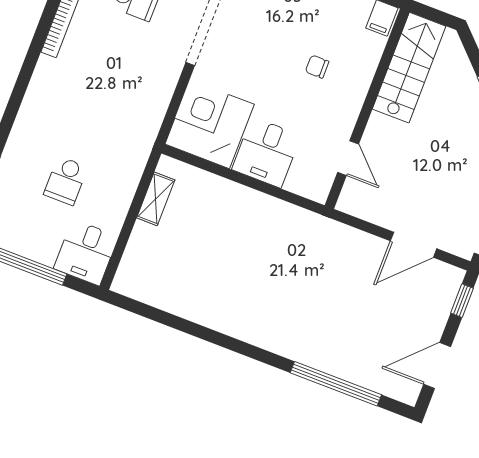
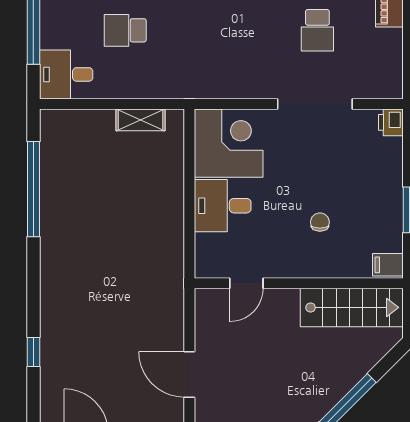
window: (182, 325) -> (33, 189), added
window: (336, 384) -> (33, 352), width x0.32

